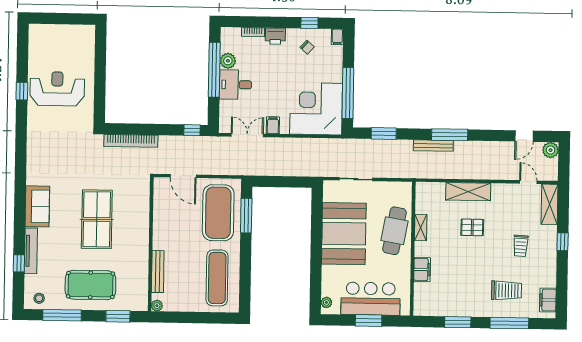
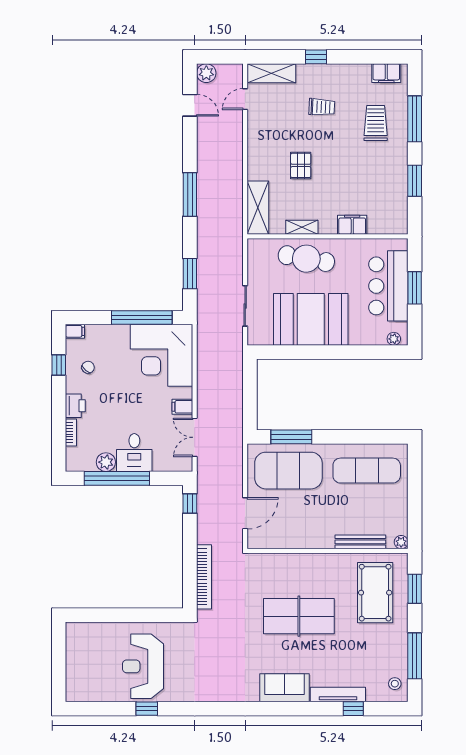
bench: (433, 146) -> (203, 214), removed
shelving: (468, 192) -> (258, 208), moved
pool table: (90, 285) -> (375, 593), moved

